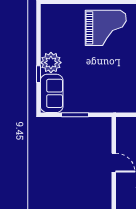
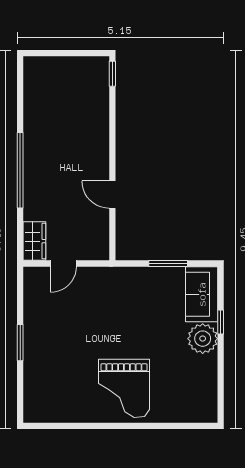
grand piano: (106, 28) -> (124, 388), turned -90

